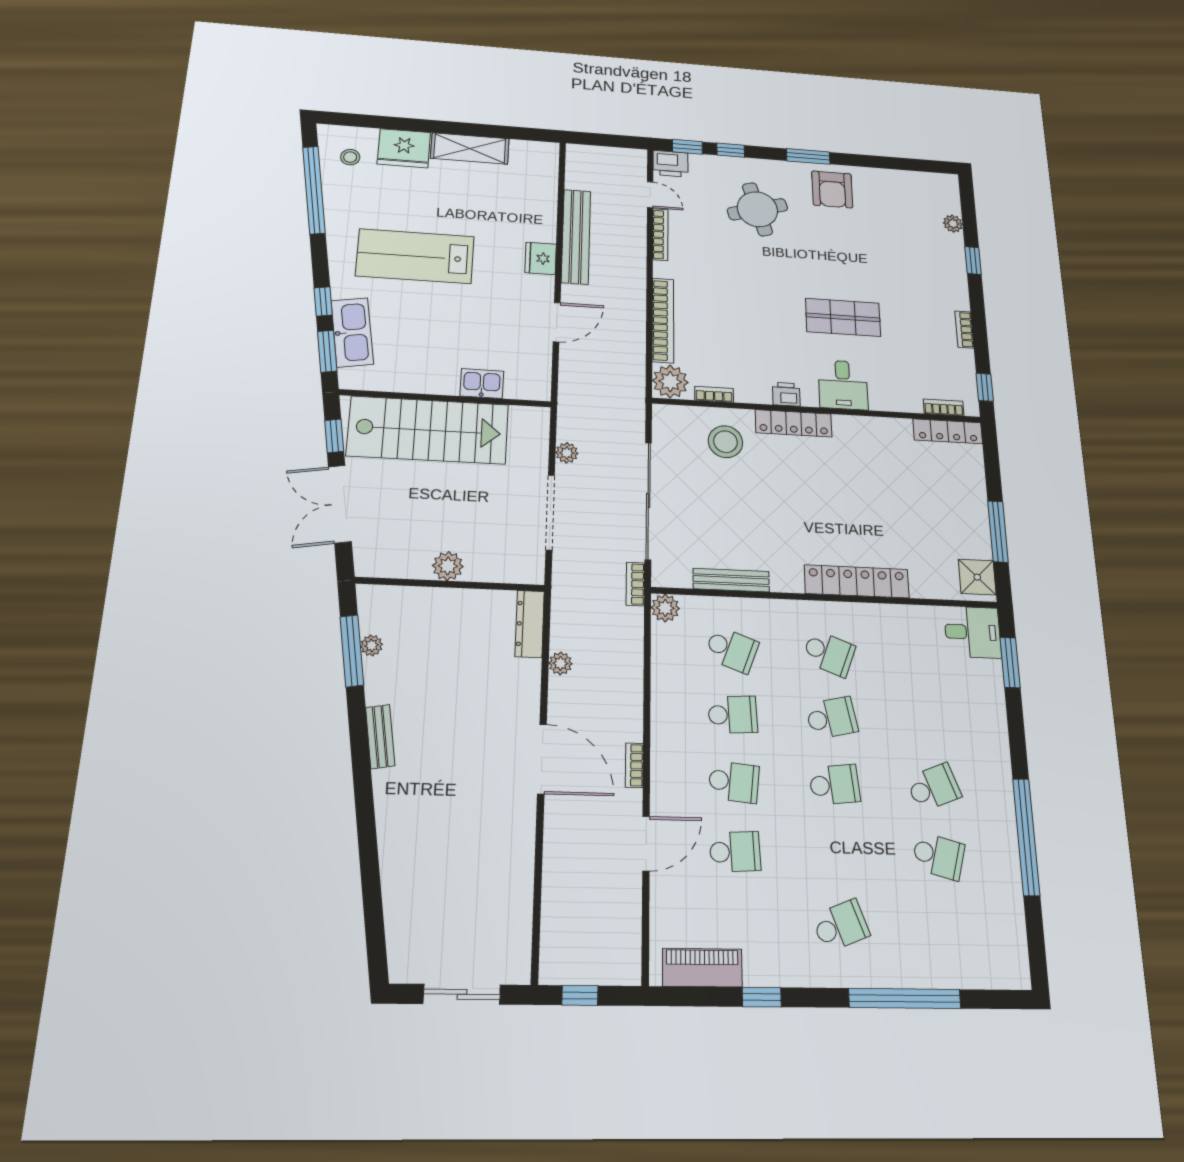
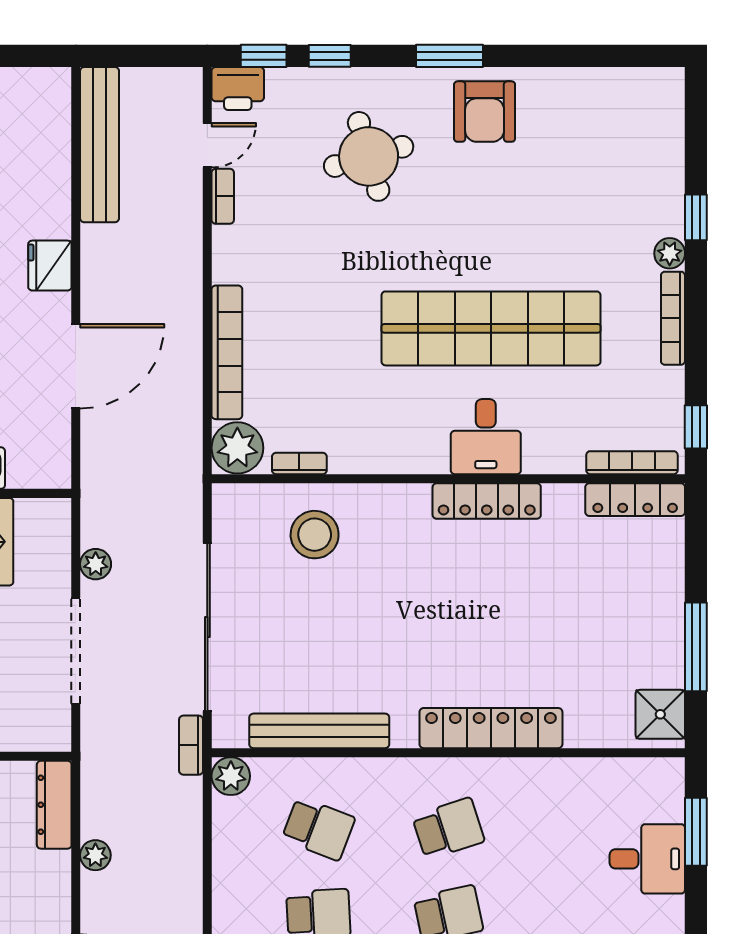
door: (650, 195) -> (207, 145), hinge flipped
plant: (953, 224) -> (670, 253), moved
bookcase: (660, 235) -> (223, 196), width x0.64
bench: (576, 236) -> (100, 145), moved
shop shelf: (843, 317) -> (491, 328), width x2.00, depth x1.36
door: (557, 322) -> (76, 366), width x1.36
bookcase: (964, 329) -> (673, 318), width x1.56
printer: (786, 394) -> (403, 457), removed
bookcase: (944, 407) -> (632, 463), width x1.56
locker: (794, 423) -> (487, 501), moved
bench: (731, 580) -> (319, 731), width x1.37, depth x1.21
desk: (973, 632) -> (647, 859), moved
school desk: (829, 653) -> (448, 829), turned -39

